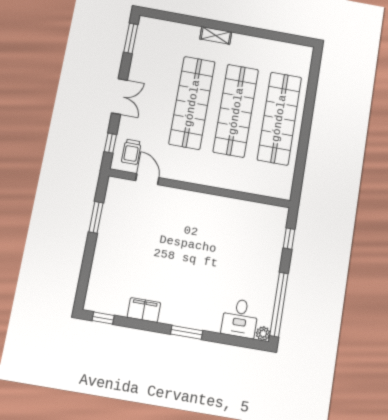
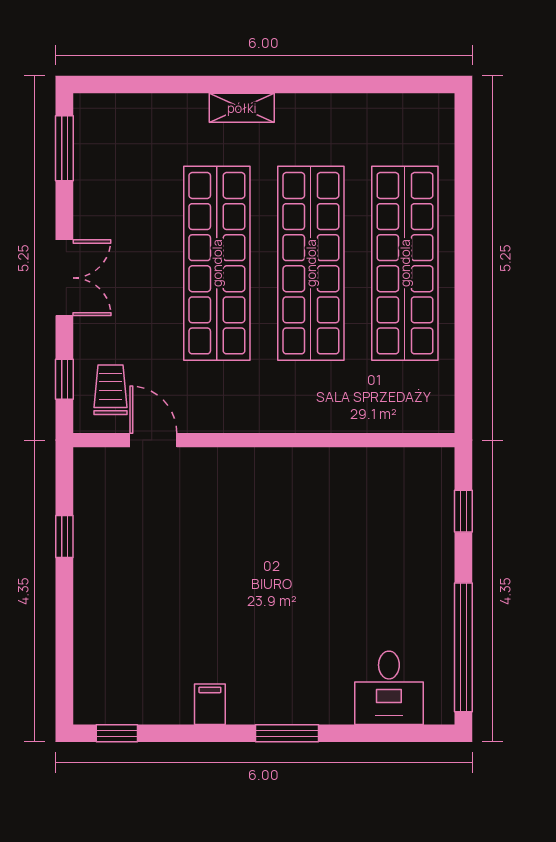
trolley: (131, 152) -> (110, 390), turned 180
window: (96, 217) -> (64, 537), width x0.67
filing cabinet: (144, 310) -> (210, 704), width x0.50
plant: (263, 334) -> (440, 710), removed

